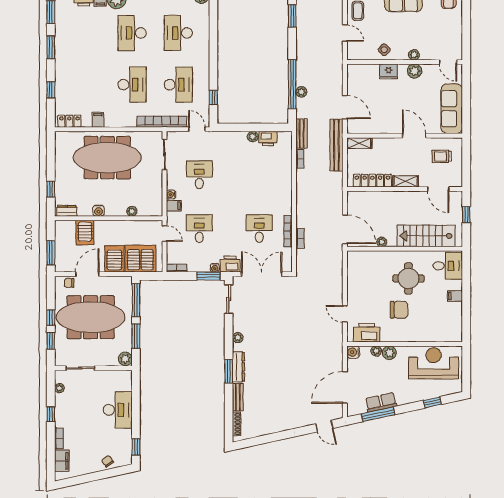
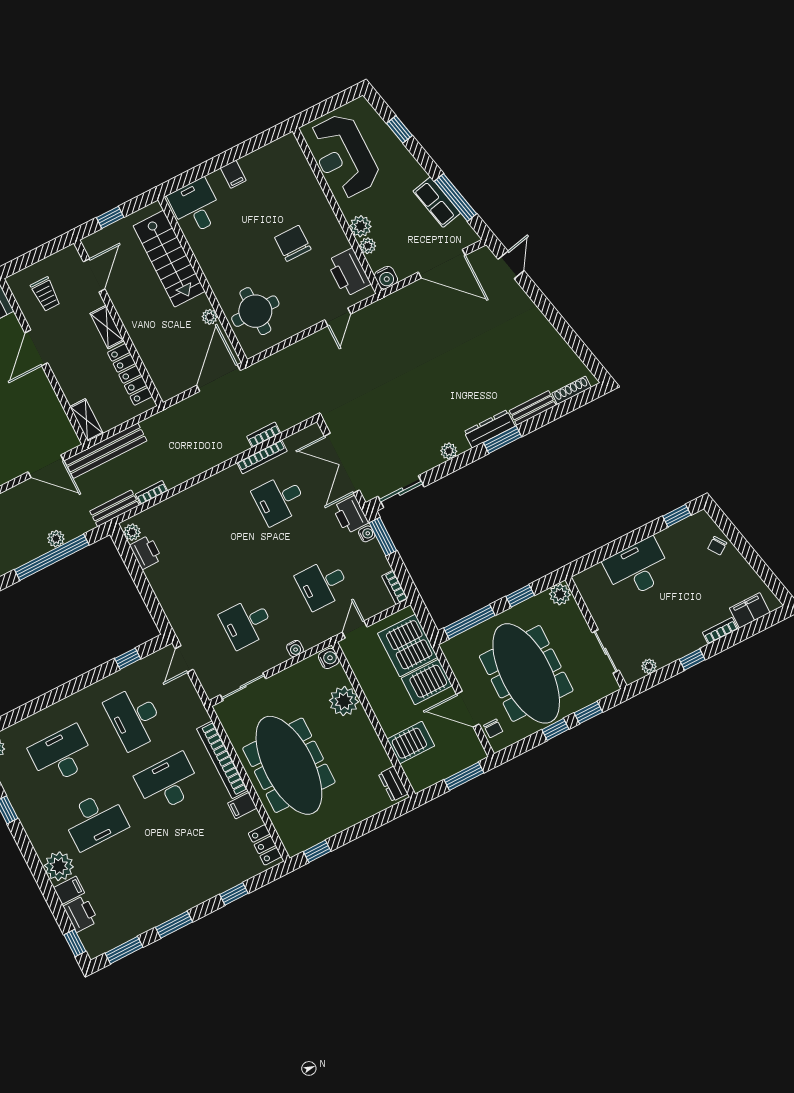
desk: (178, 33) -> (62, 755), turned 180
desk: (178, 85) -> (135, 718), turned -90
door: (345, 107) -> (46, 466), swing flipped
bookcase: (162, 122) -> (222, 760), moved
plant: (253, 137) -> (132, 532), moved
window: (51, 189) -> (317, 851), moved
filing cabinet: (174, 206) -> (309, 636), removed
water cooler: (99, 211) -> (329, 658), moved
plant: (132, 211) -> (344, 701), width x1.87, depth x1.87
round table: (408, 278) -> (255, 311), moved
window: (136, 336) -> (520, 596), width x0.67

